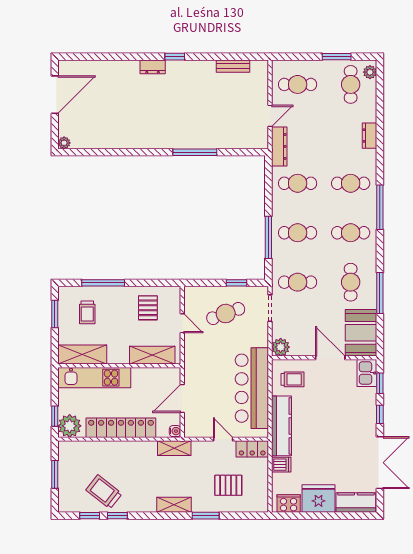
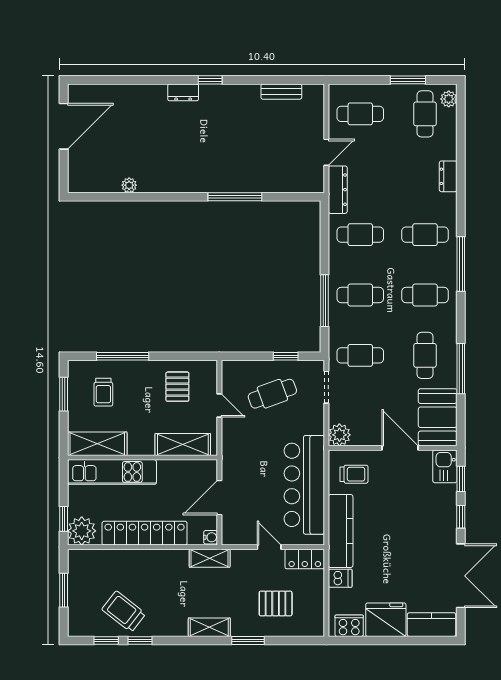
plant: (64, 143) -> (129, 185), moved

